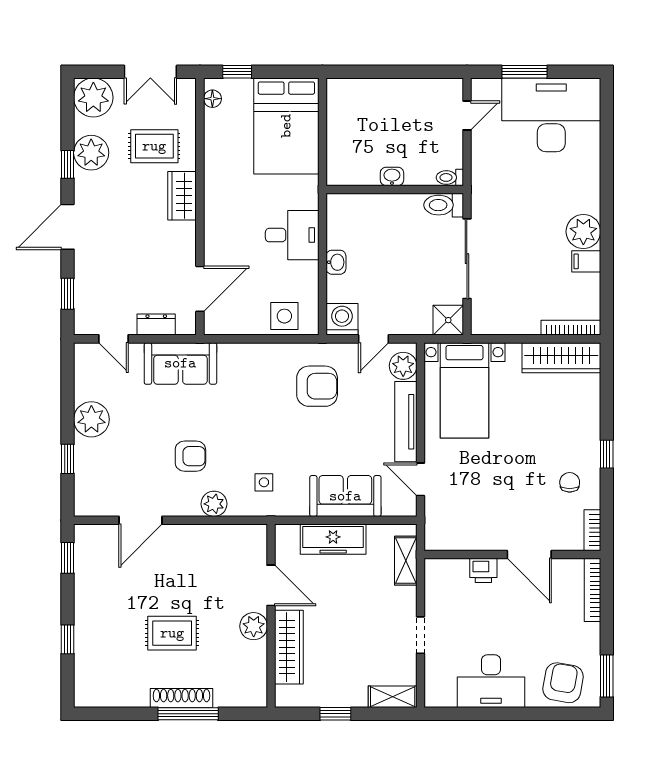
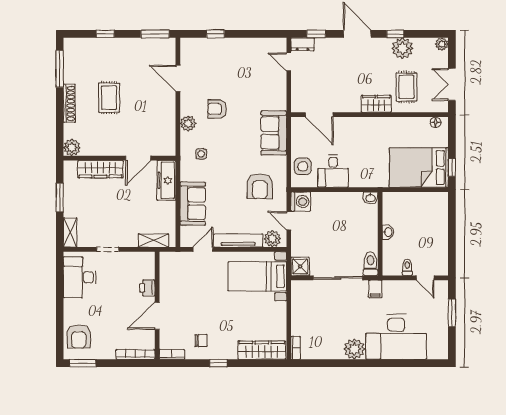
window: (237, 72) -> (452, 168), moved
plant: (93, 98) -> (442, 44), width x0.53, depth x0.53
desk: (551, 115) -> (396, 337), moved, turned 90
toilet: (450, 177) -> (407, 267), moved
desk: (292, 235) -> (333, 171), moved
filing cabinet: (586, 261) -> (375, 289), moved, turned 180
washbasin: (336, 262) -> (370, 198), moved
dresser: (156, 325) -> (303, 44), moved, turned 90
bookcase: (571, 328) -> (296, 348), width x0.64
door: (114, 339) -> (289, 62), hinge flipped
wardrobe: (561, 358) -> (262, 350), moved, turned 90
sofa: (180, 363) -> (274, 133), moved
plant: (91, 419) -> (240, 48), removed
armchair: (190, 456) -> (217, 109), turned 90
freezer: (333, 539) -> (166, 180), moved
window: (68, 558) -> (155, 34), width x1.50
plant: (254, 626) -> (72, 148), moved
desk: (491, 681) -> (80, 277), moved
armchair: (563, 683) -> (79, 337), turned 80
window: (188, 714) -> (60, 69), moved
window: (335, 714) -> (60, 197), width x1.50

